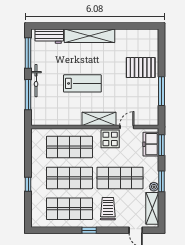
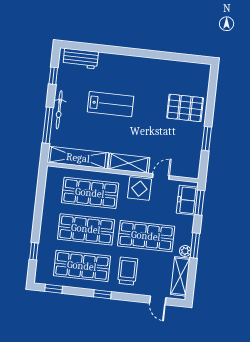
shelving: (89, 36) -> (78, 158), moved
window: (28, 53) -> (53, 76), width x0.46
lab bench: (82, 83) -> (111, 104), moved
window: (161, 91) -> (207, 139), width x0.69
window: (28, 184) -> (34, 251), moved
window: (48, 230) -> (54, 289), added

